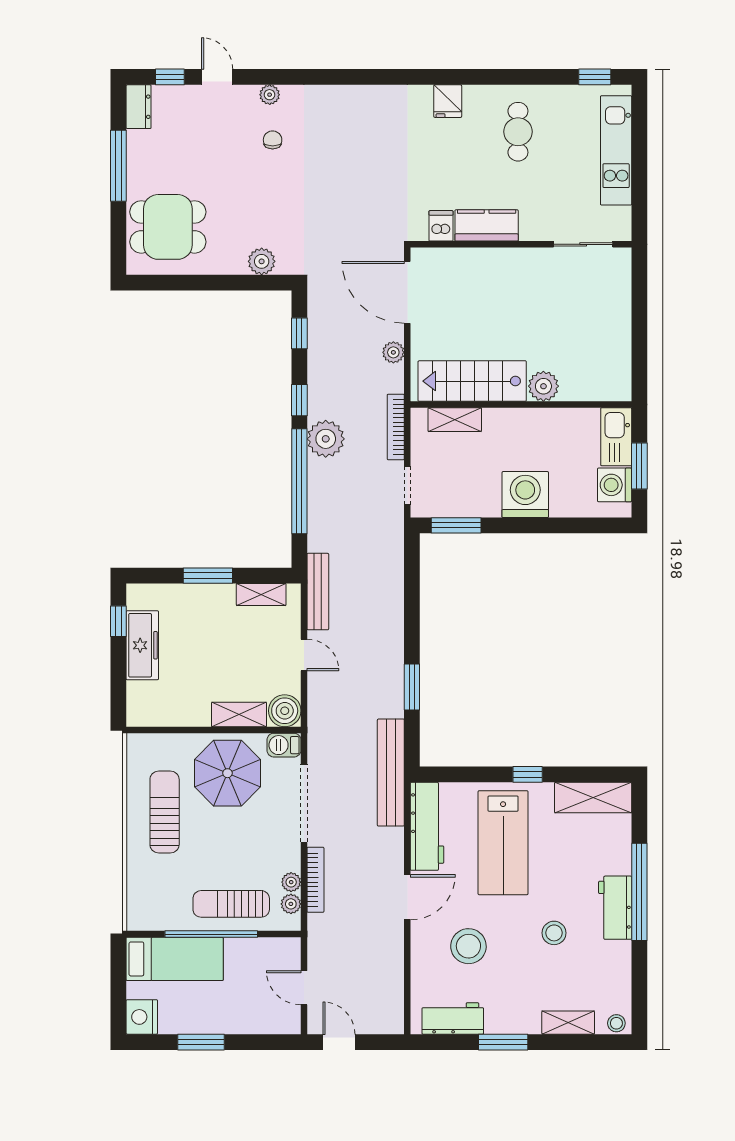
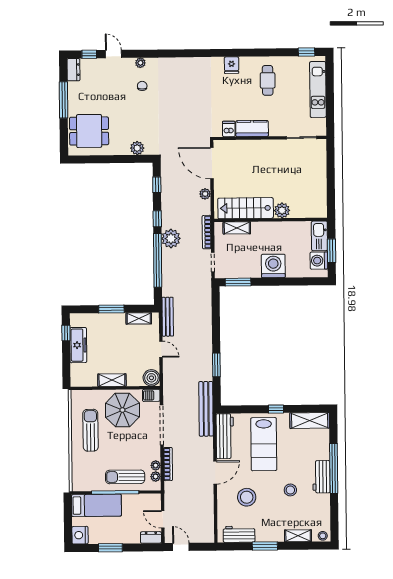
shelving: (239, 715) -> (112, 380), moved
dresser: (281, 1023) -> (151, 537), added

